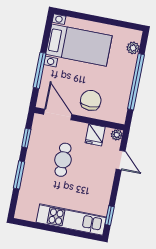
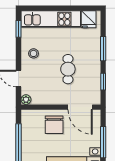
fridge: (95, 135) -> (89, 19), moved, turned 180
stool: (98, 185) -> (34, 53), added

